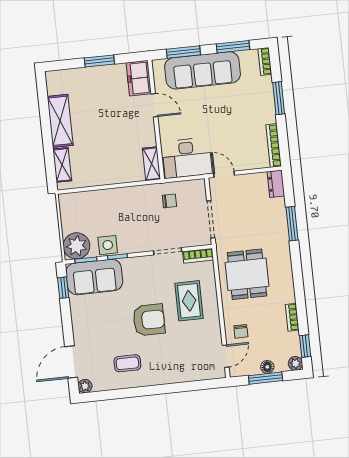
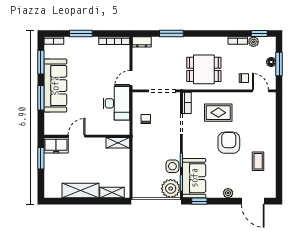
freezer: (139, 78) -> (56, 145), moved
door: (154, 105) -> (77, 136), moved
wall: (156, 120) -> (87, 136), moved
shelving: (152, 164) -> (118, 143), moved
plant: (295, 363) -> (254, 42), moved
plant: (85, 386) -> (228, 193), moved

